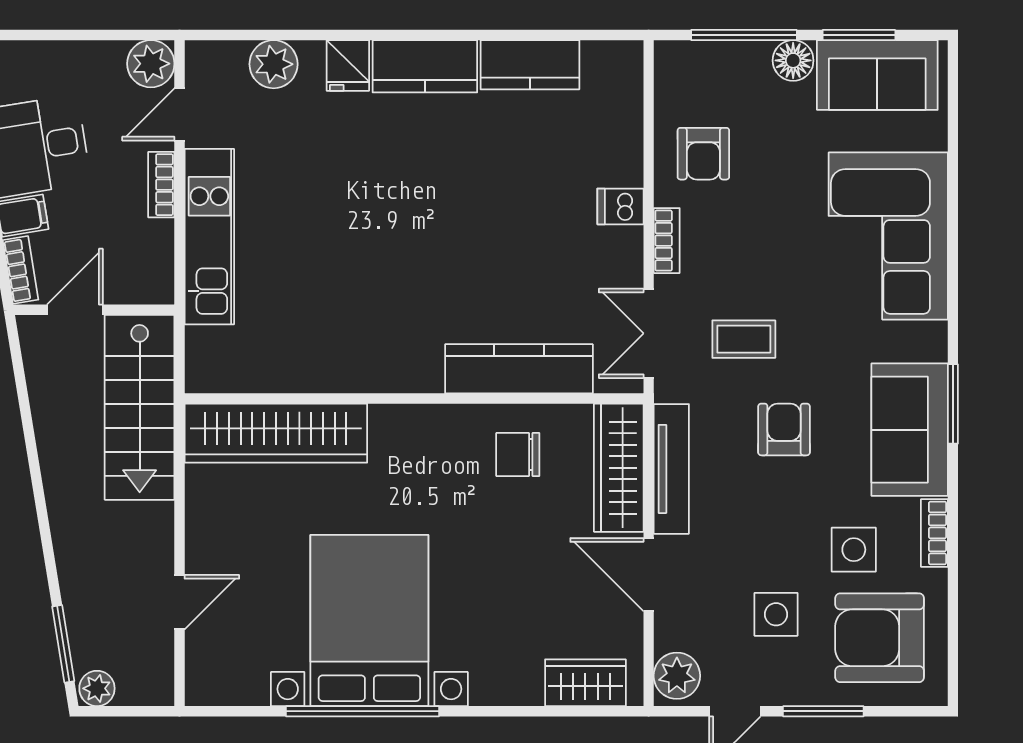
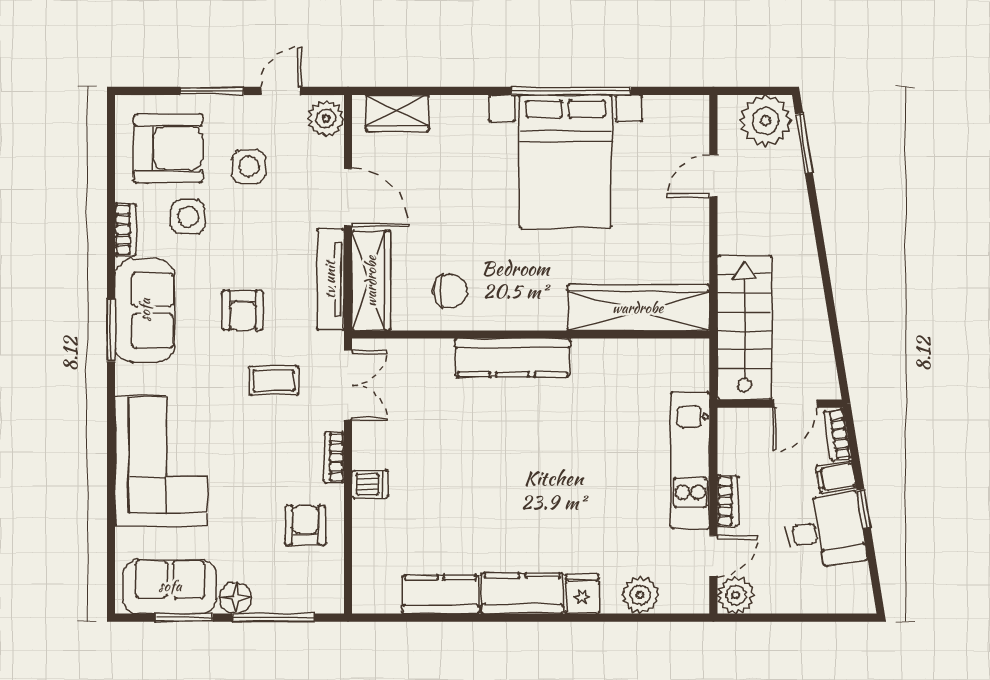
kitchen counter: (519, 369) -> (513, 358), moved
plant: (97, 688) -> (766, 121), width x1.88, depth x1.88

